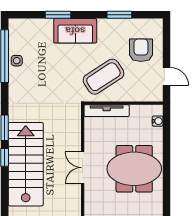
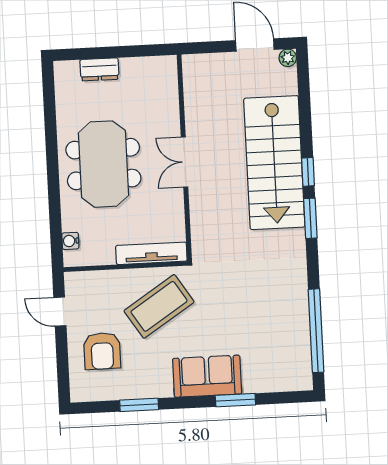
side table: (17, 61) -> (297, 325), removed
double door: (83, 168) -> (184, 162), swing flipped
meeting table: (134, 169) -> (103, 164), turned 90

